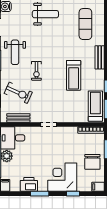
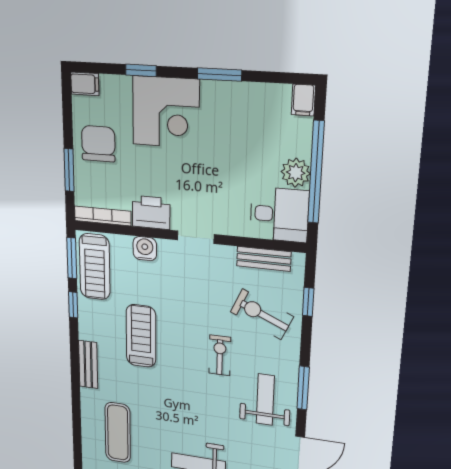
water cooler: (72, 117) -> (145, 249), added
printer: (29, 184) -> (151, 212), moved, turned 180

